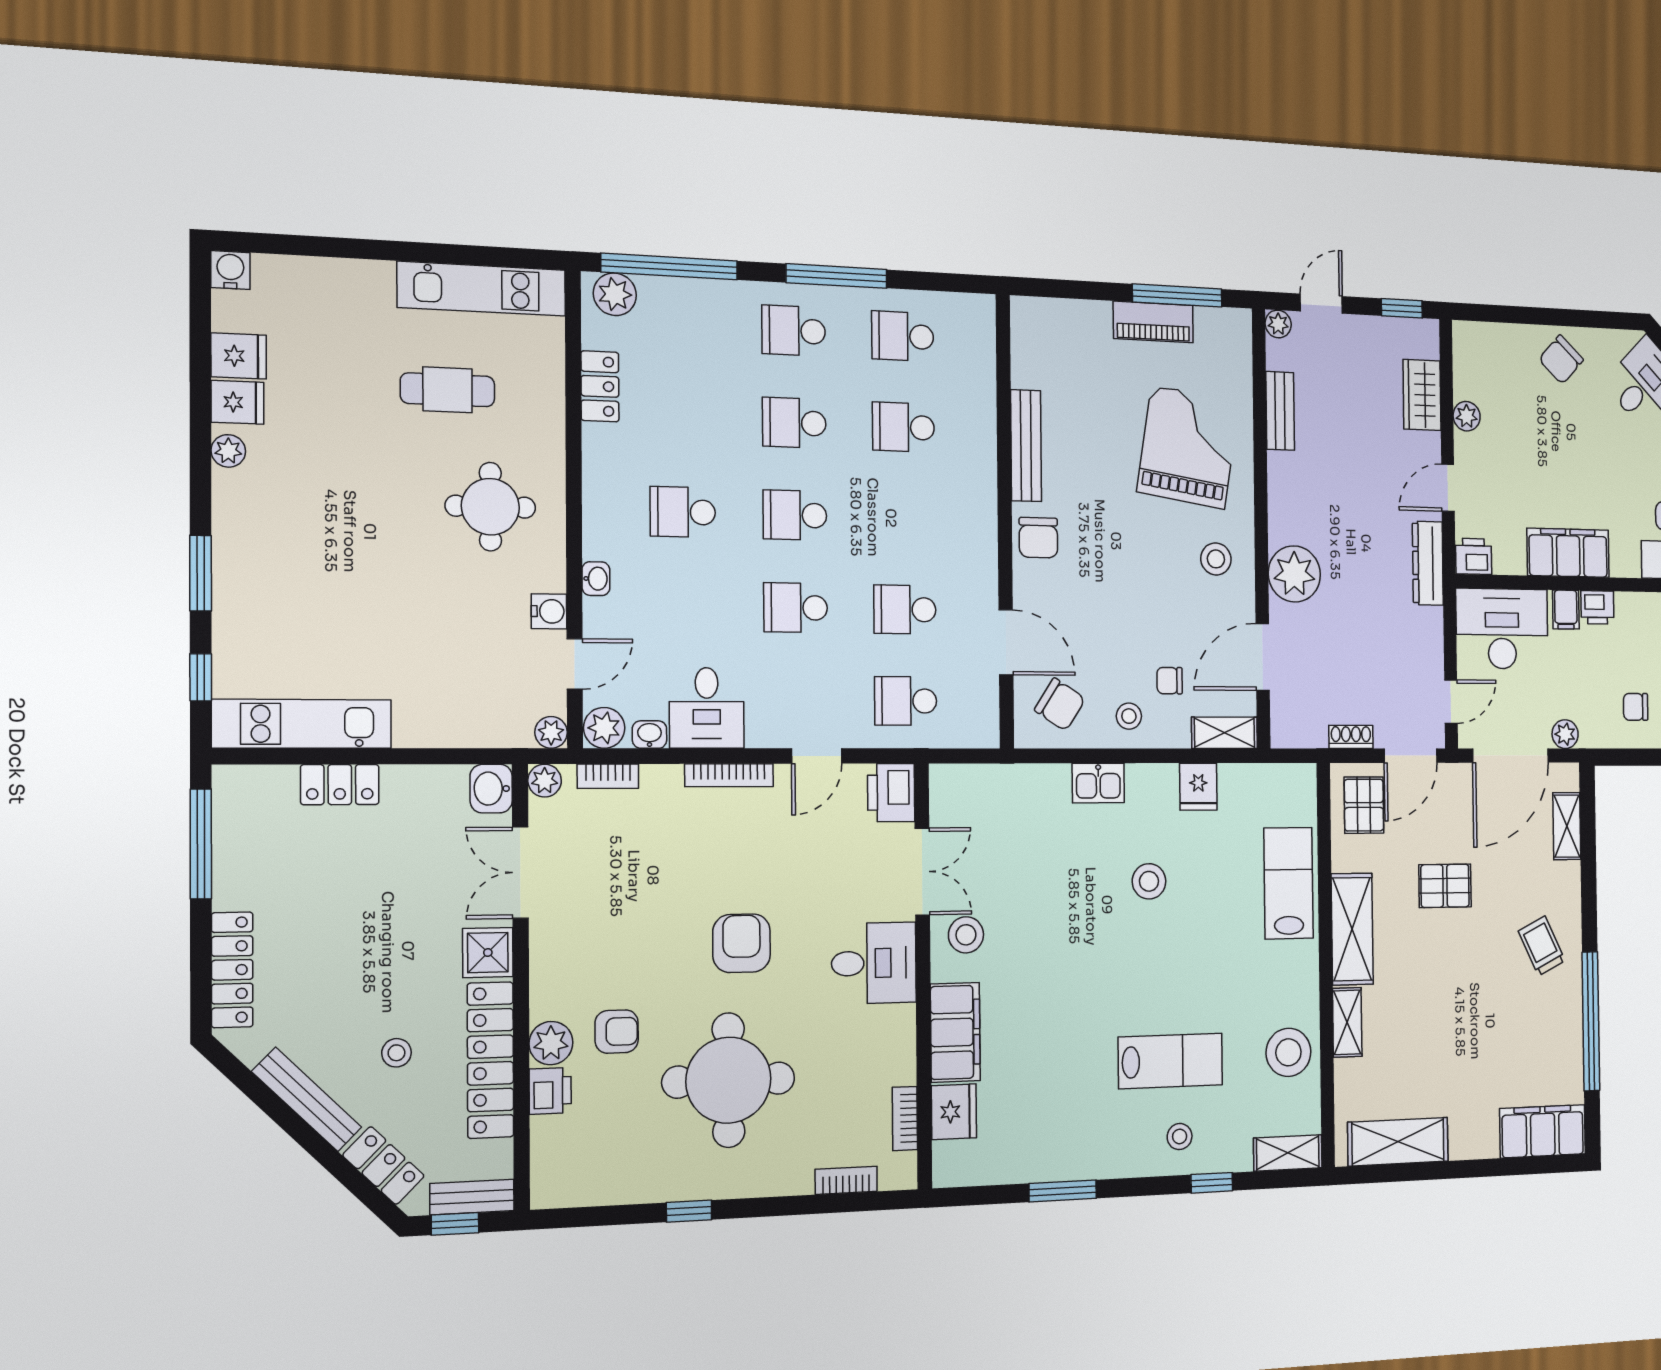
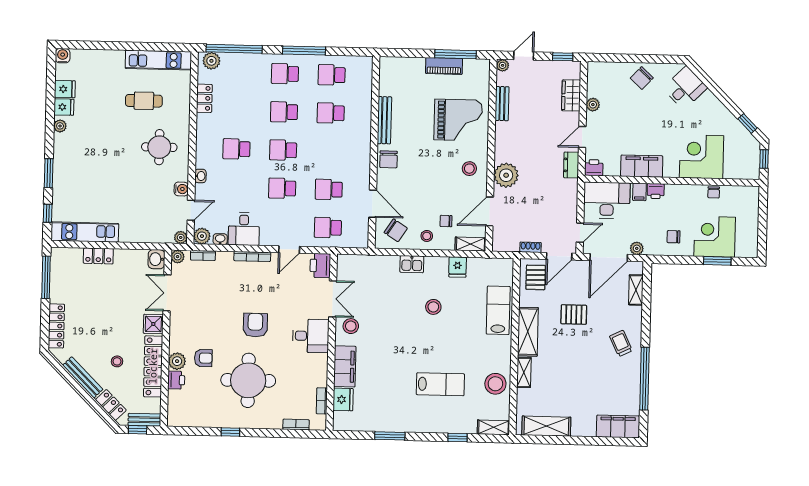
grand piano: (1188, 447) -> (458, 120), turned 81
dresser: (1428, 563) -> (571, 165), width x0.70
stool: (1180, 1137) -> (443, 417), removed

